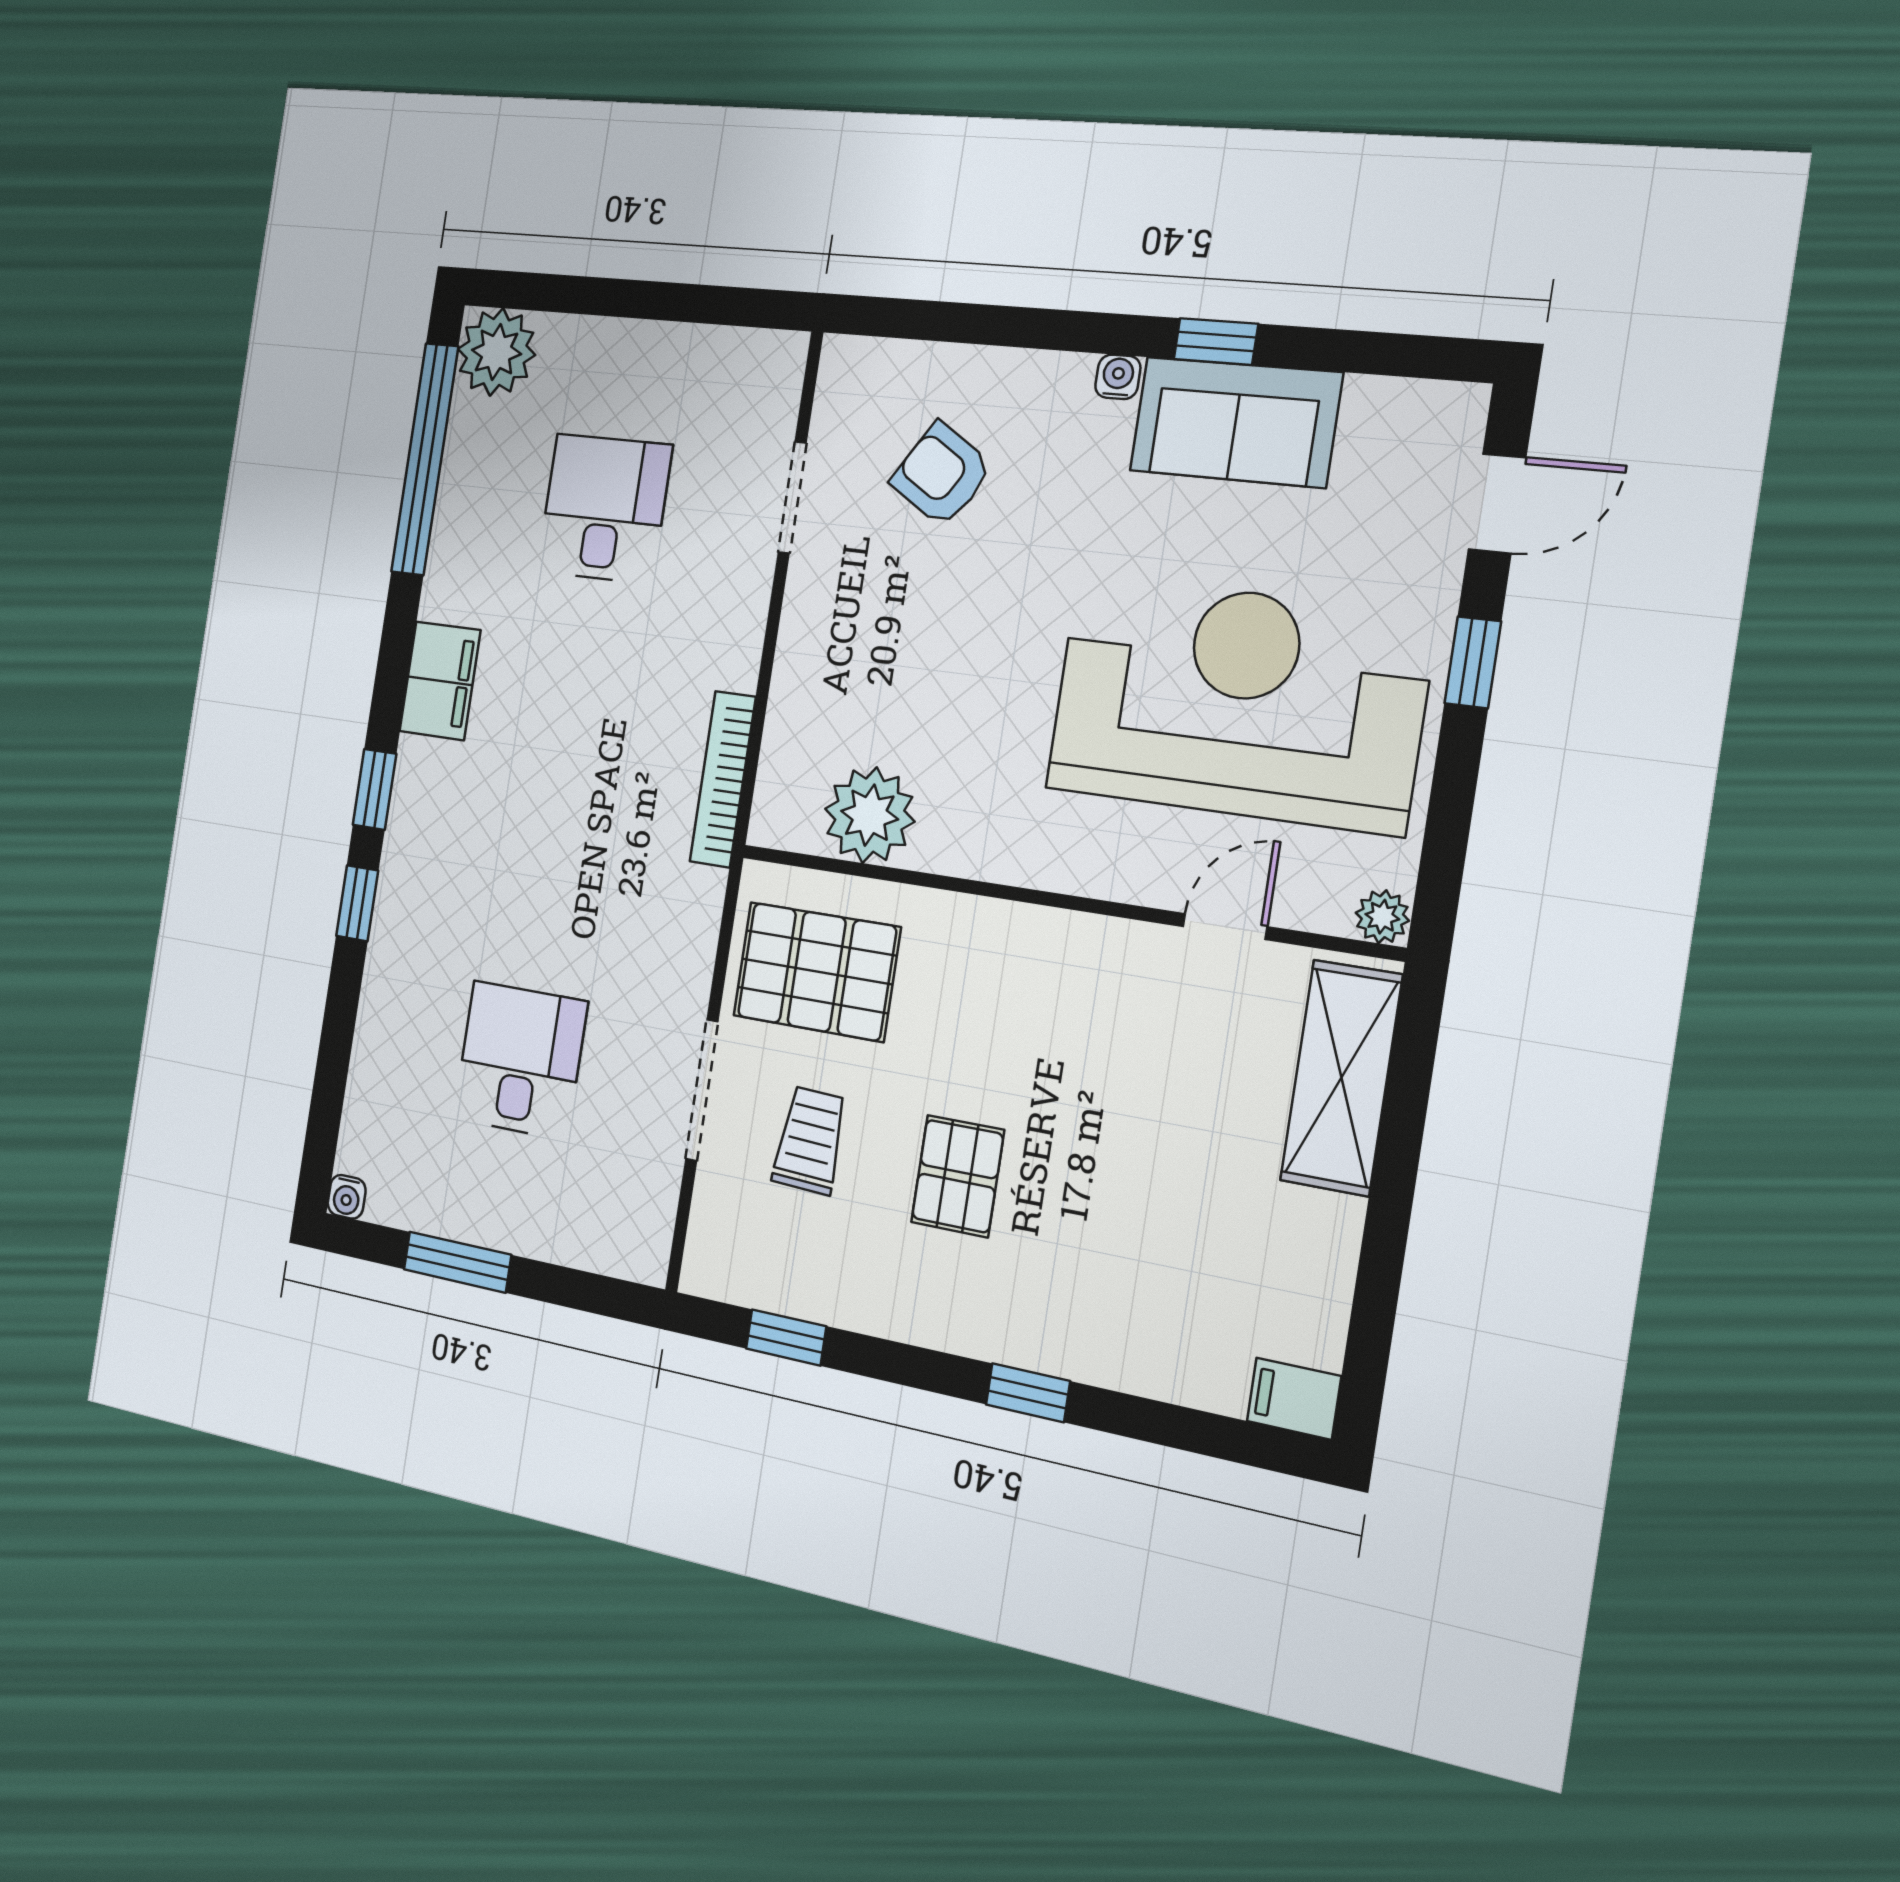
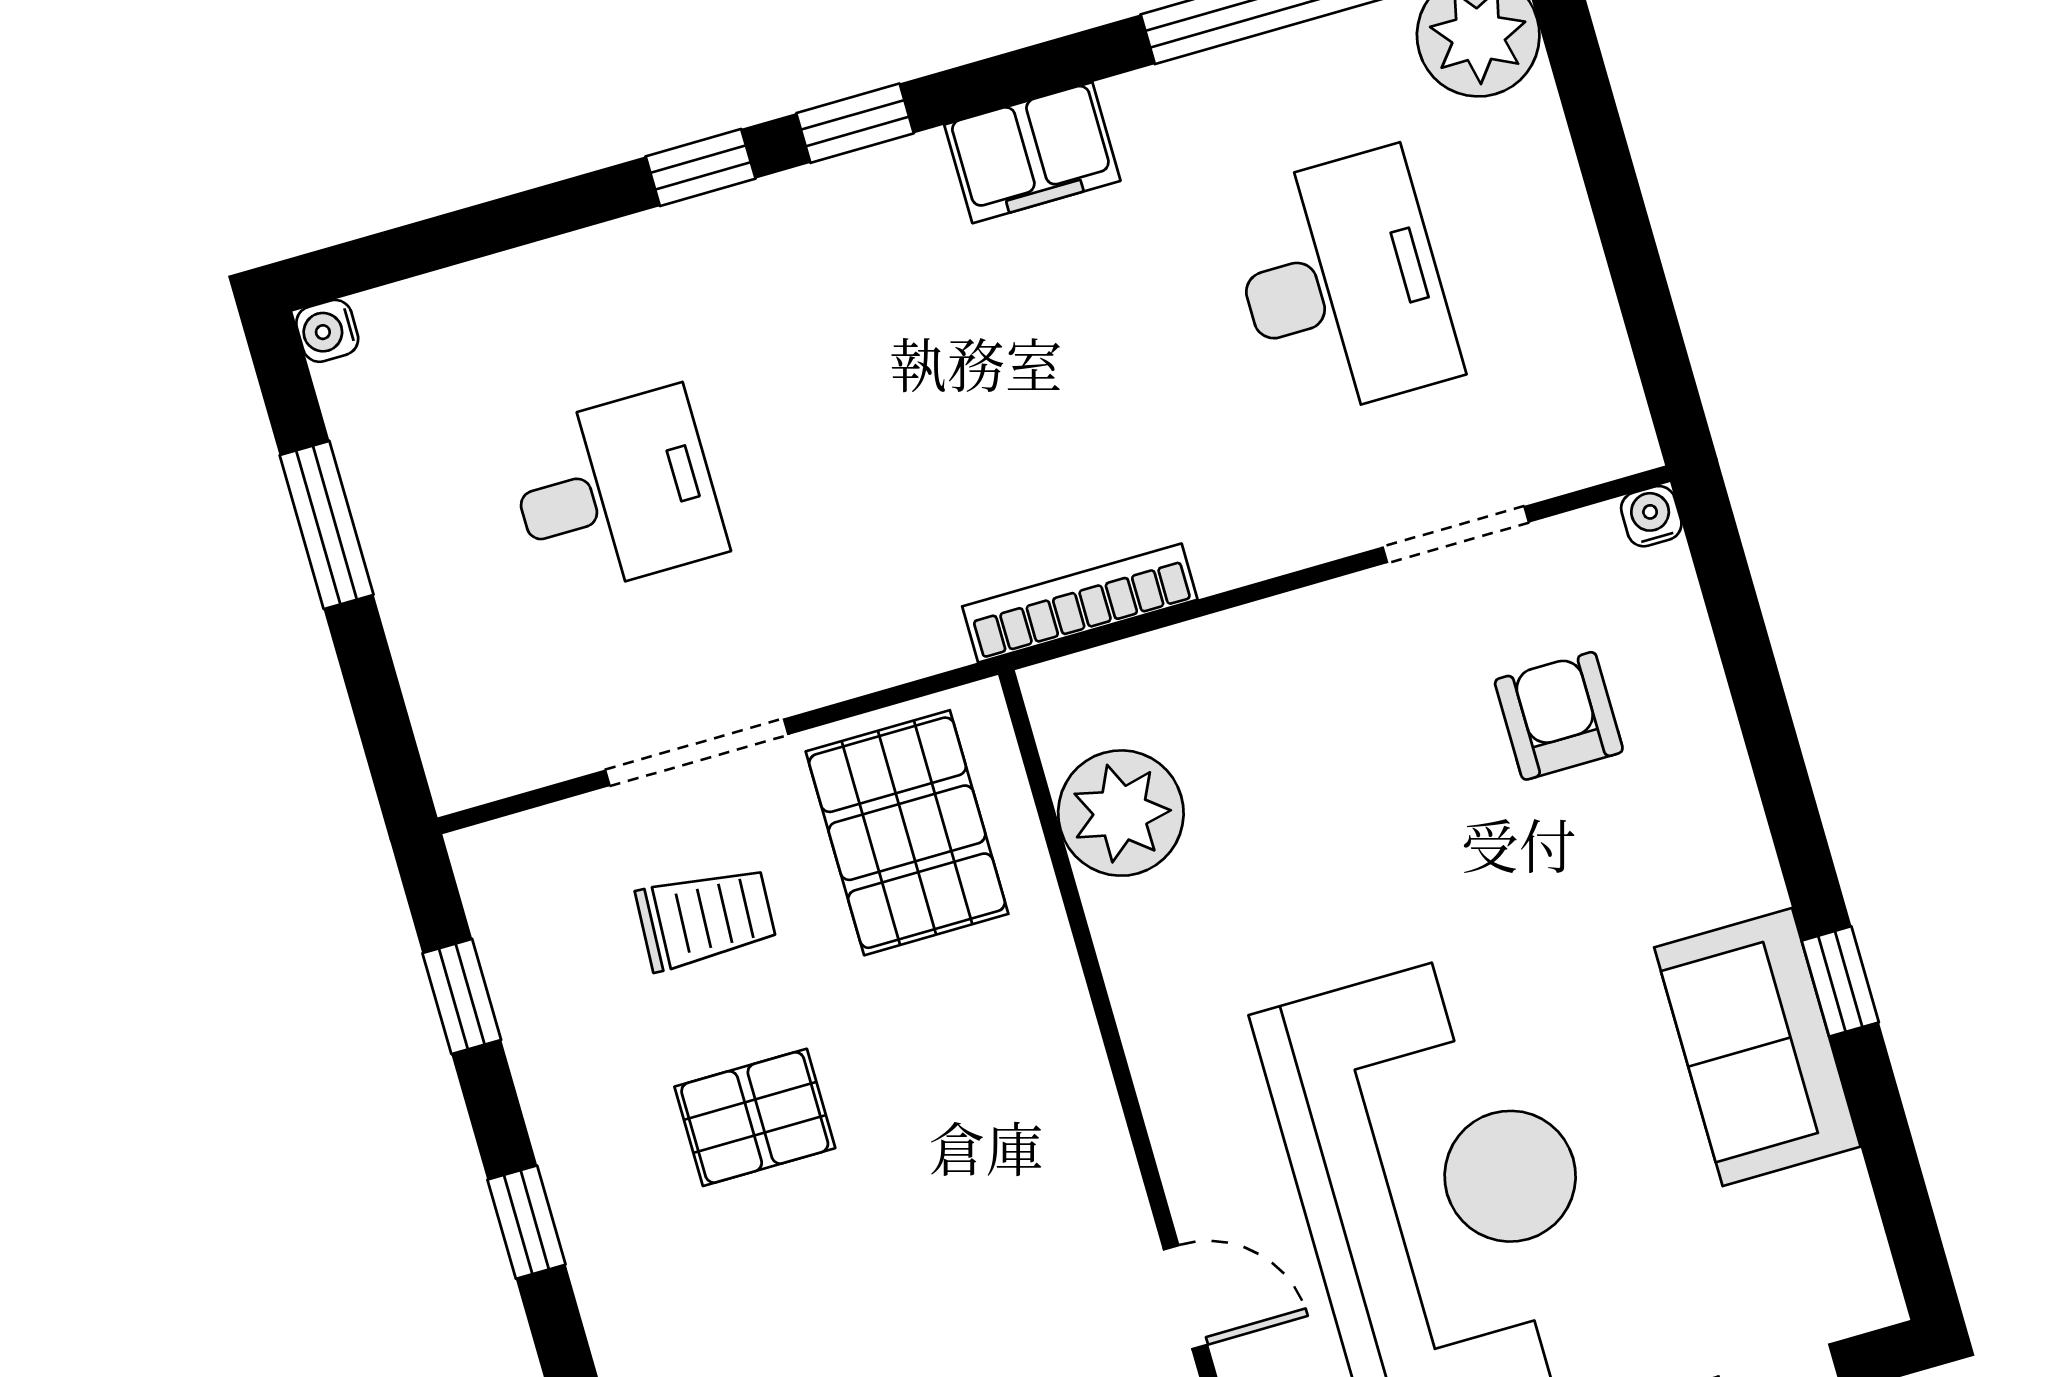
water cooler: (1118, 377) -> (1651, 516), moved, turned -90
armchair: (942, 475) -> (1559, 716), turned -32
desk: (604, 508) -> (1342, 284), width x1.37
window: (1028, 1393) -> (526, 1222), moved

